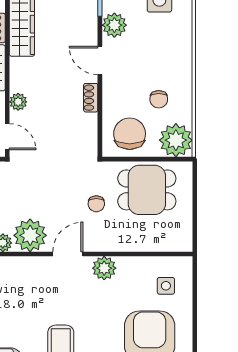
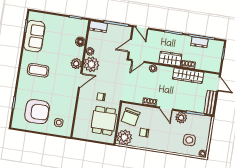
door: (100, 60) -> (166, 109), swing flipped
chair: (130, 134) -> (131, 117), turned 101
door: (68, 254) -> (80, 80), hinge flipped
plant: (104, 268) -> (76, 64), moved

